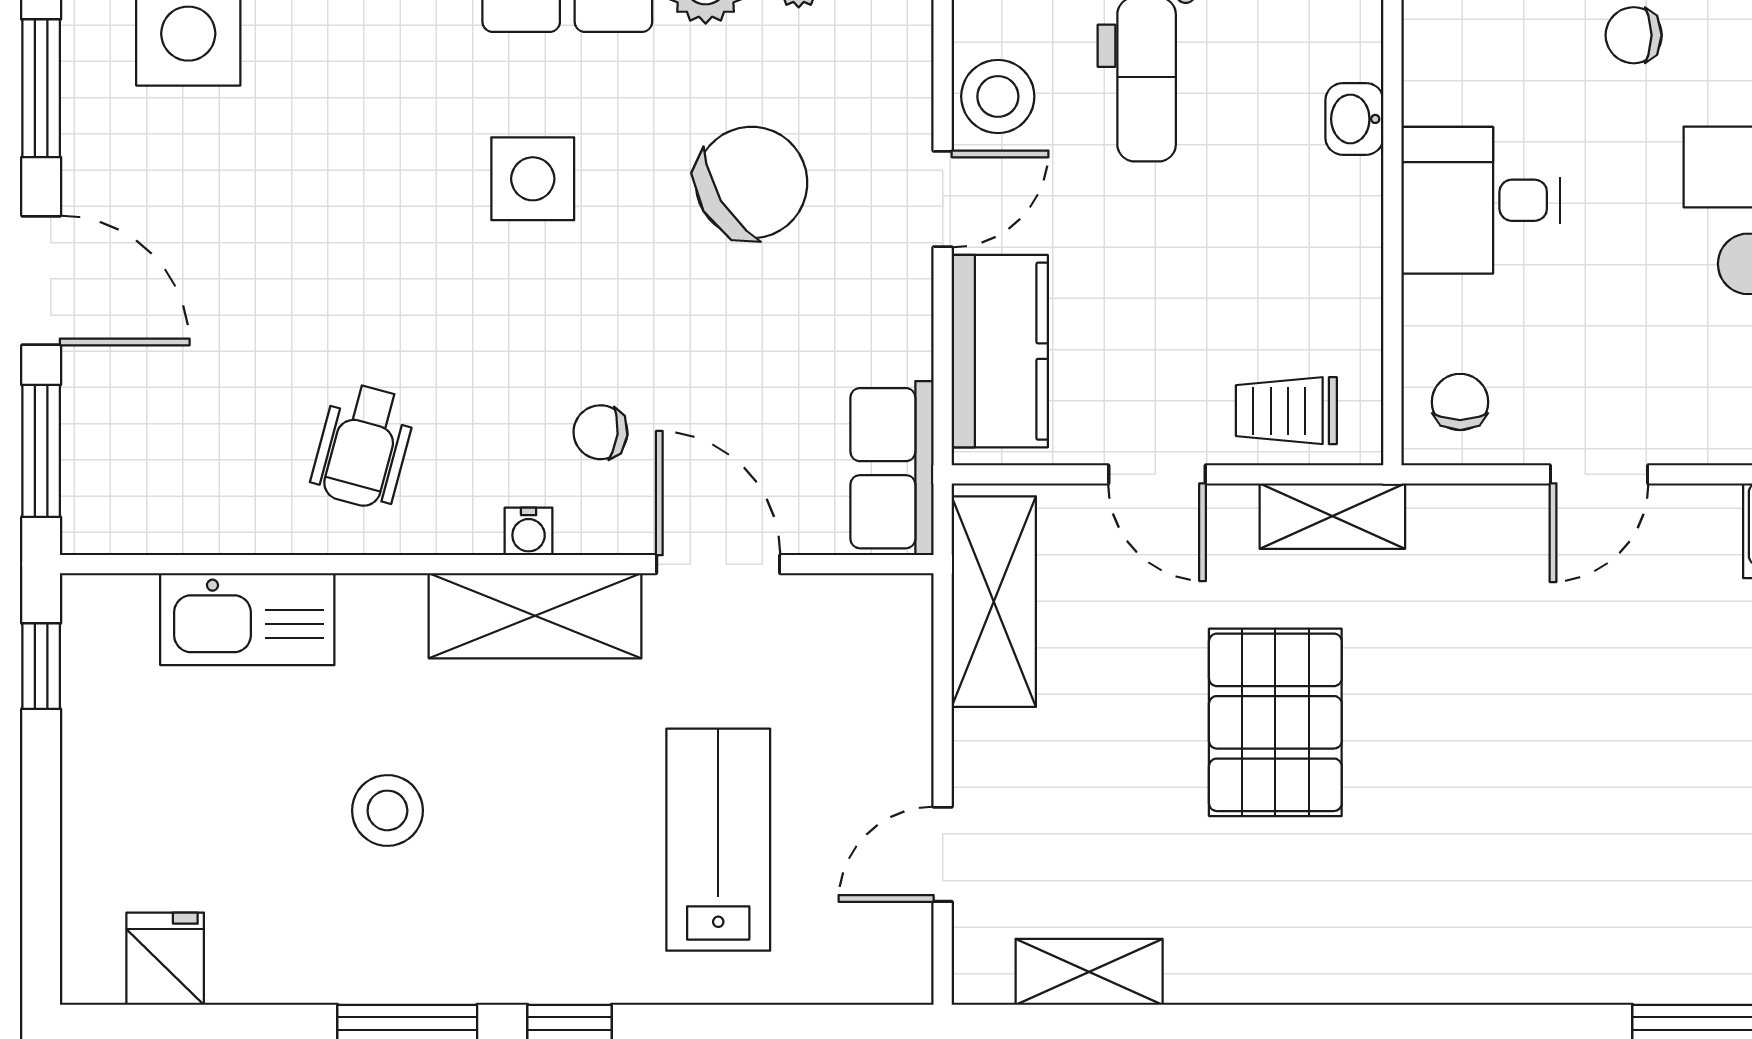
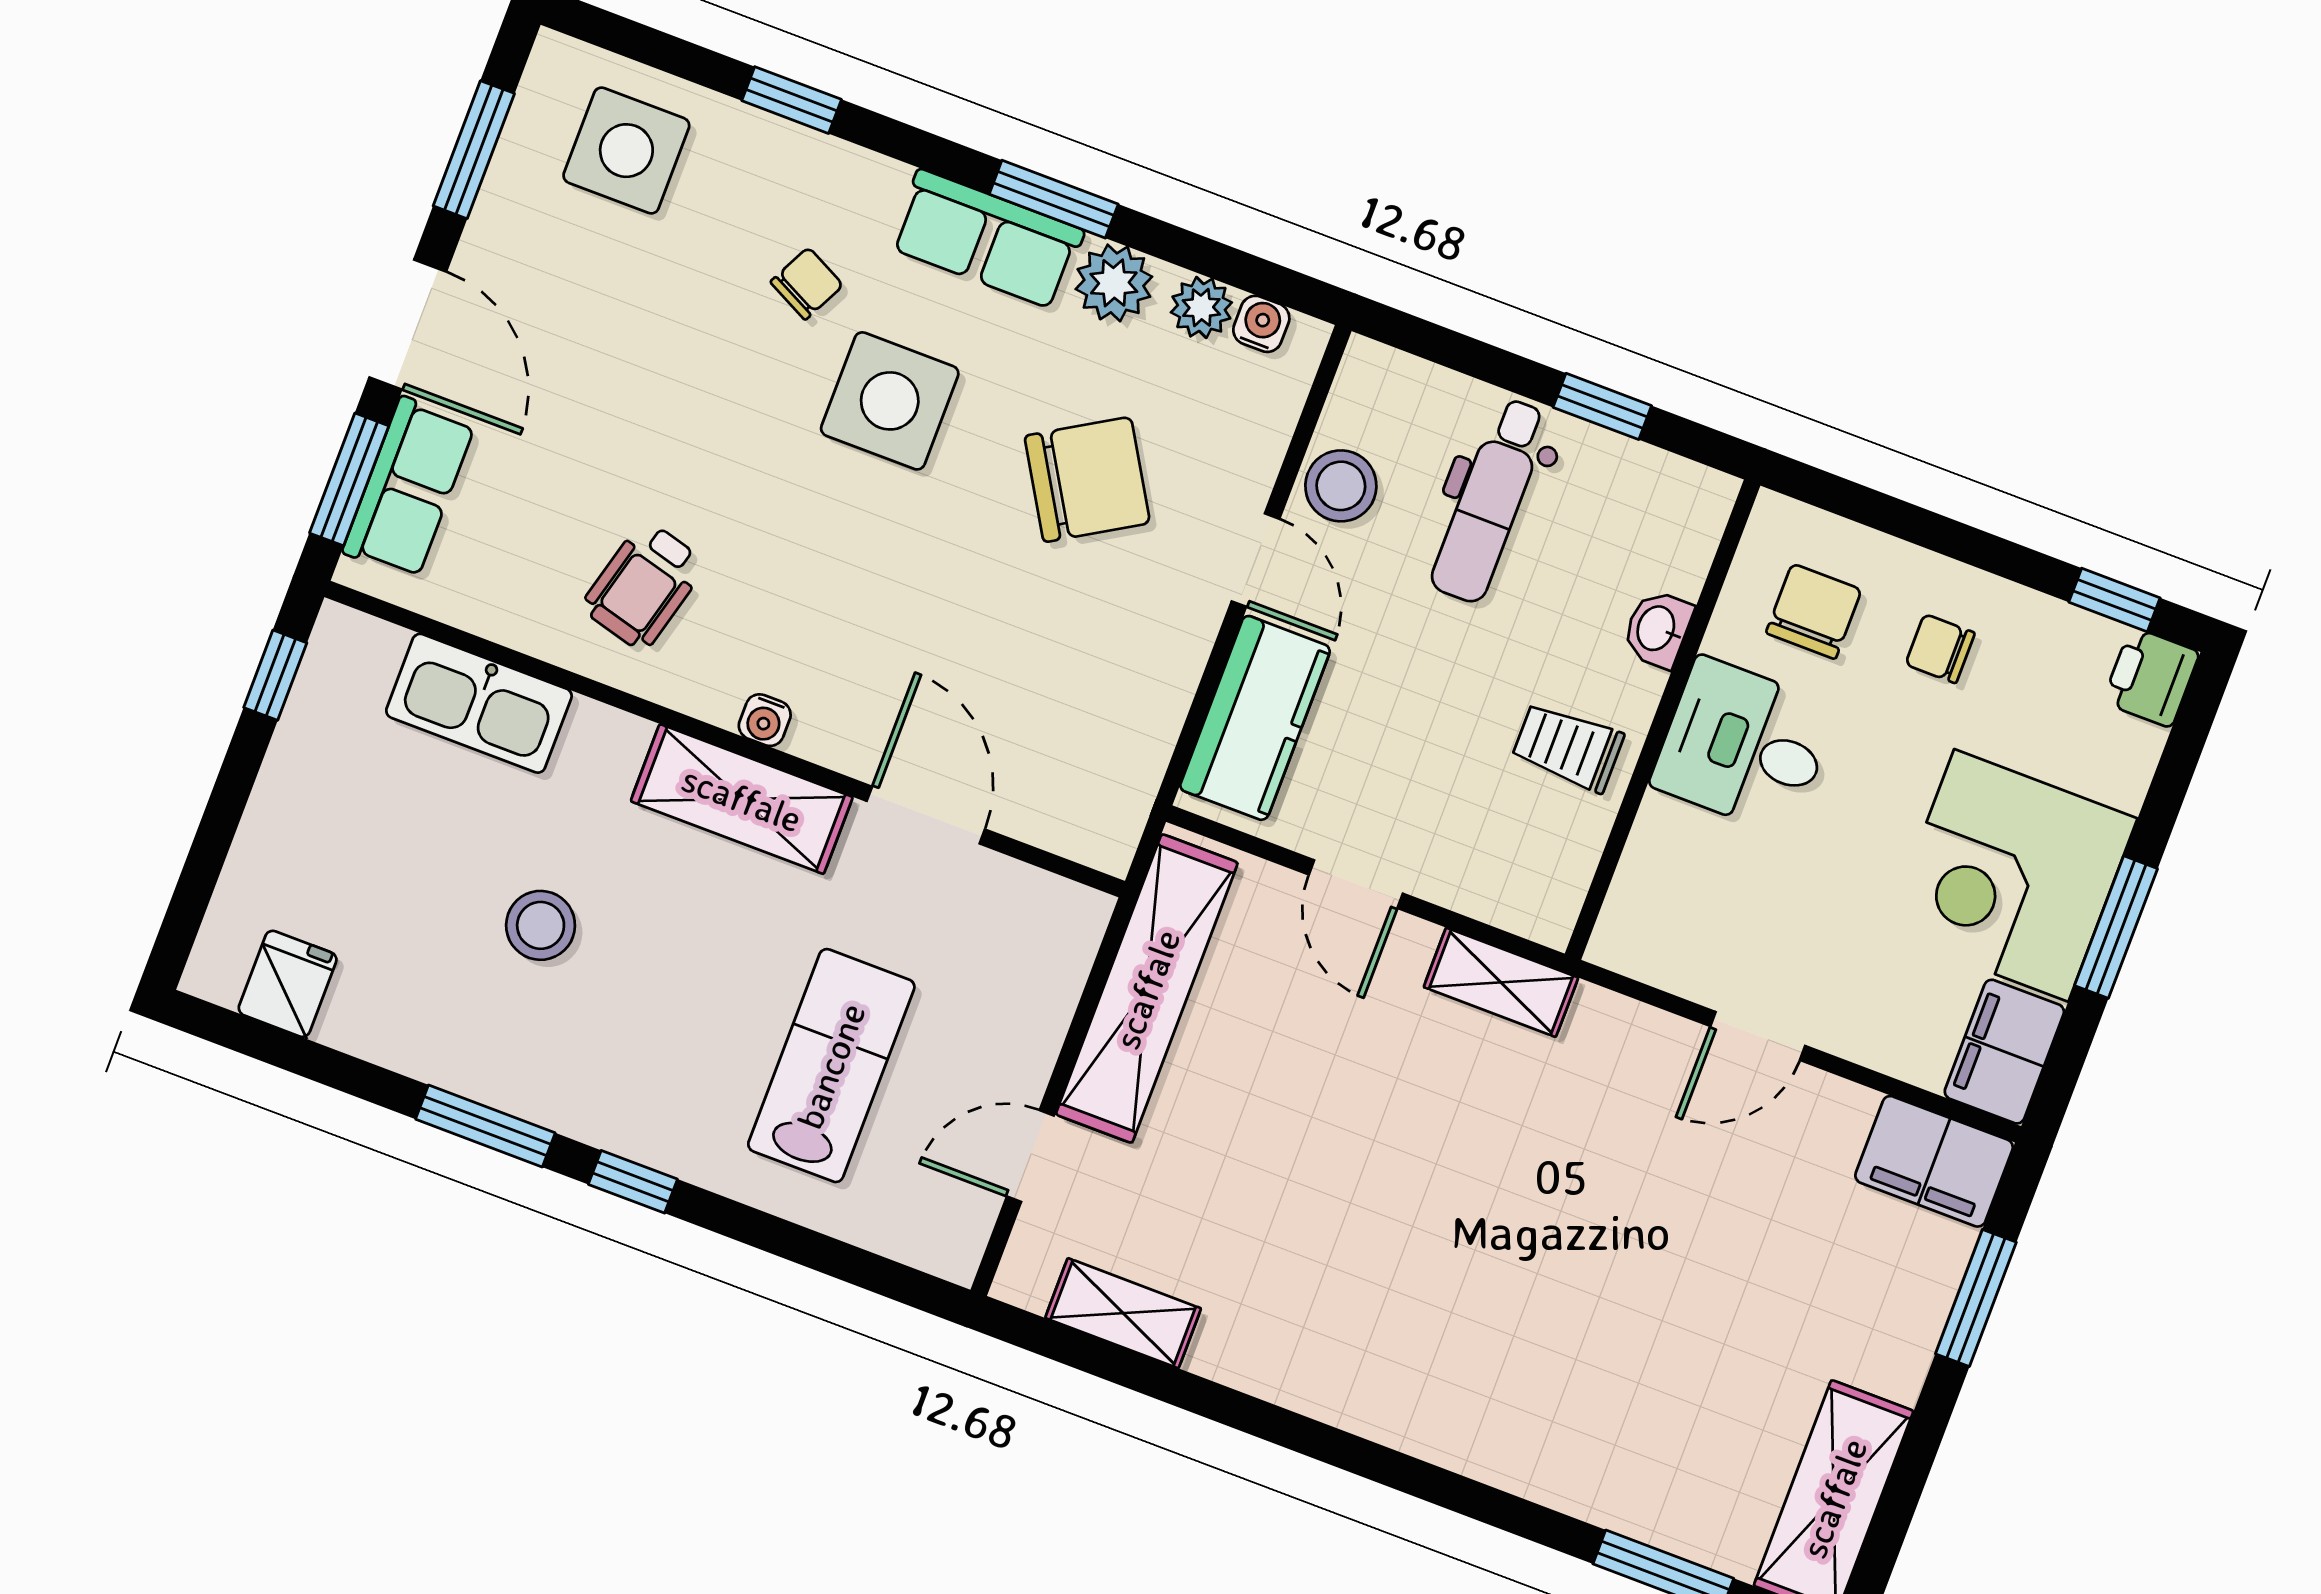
side table: (533, 179) -> (890, 401), width x1.37, depth x1.37
door: (943, 199) -> (1256, 560), hinge flipped
chair: (1460, 402) -> (1814, 611), moved, width x1.37, depth x1.37
trolley: (1286, 411) -> (1568, 747), moved
chair: (600, 432) -> (807, 284), moved, turned 111
row of seats: (892, 468) -> (409, 488), moved, turned 180
shelving: (994, 602) -> (1147, 989), width x1.47
pallet: (1275, 722) -> (1378, 1150), removed

